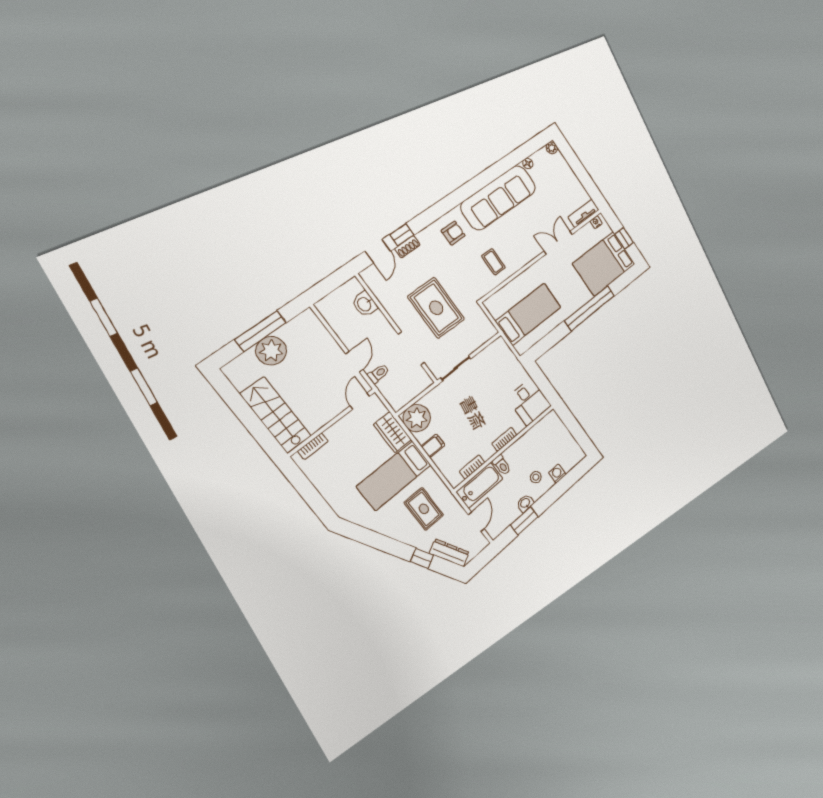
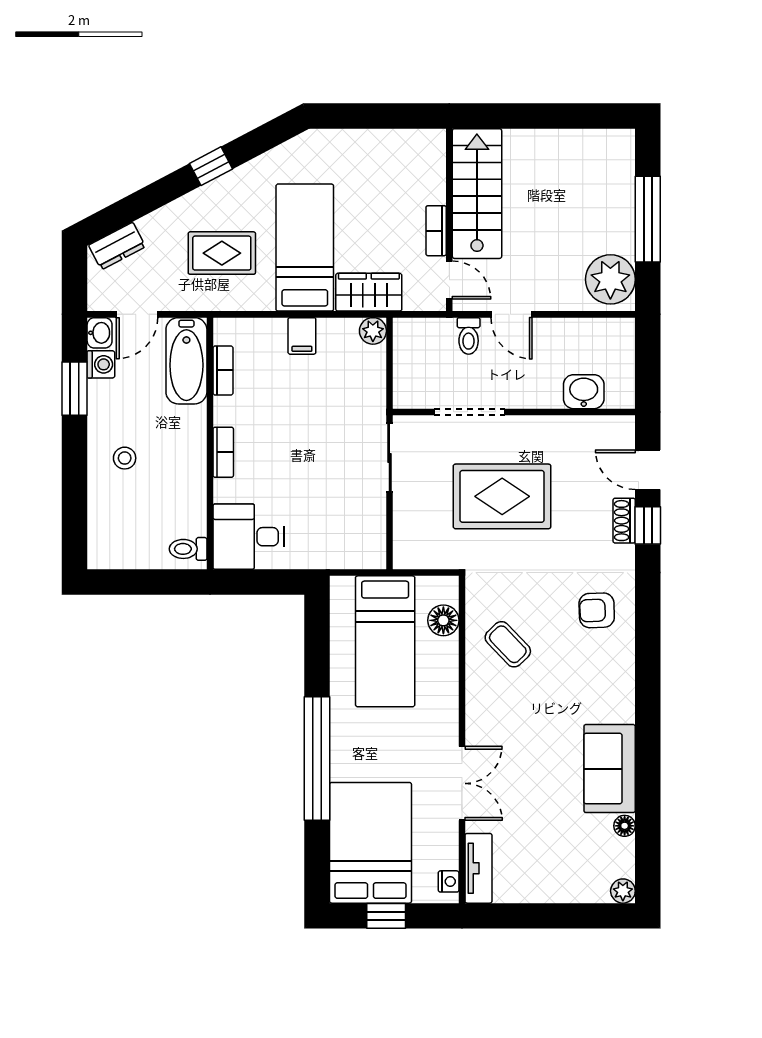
sofa: (499, 197) -> (610, 769), width x0.54, depth x0.79
armchair: (453, 233) -> (597, 610), turned 88
coffee table: (493, 262) -> (508, 644), turned 46
floor lamp: (503, 296) -> (443, 620), added
plant: (271, 351) -> (610, 279), moved
stairs: (276, 415) -> (477, 194), moved, turned -90
plant: (417, 418) -> (373, 331), width x0.53, depth x0.53
bookcase: (313, 446) -> (436, 231), moved
toilet: (502, 465) -> (188, 549), moved
washing machine: (557, 473) -> (101, 364), moved
washbasin: (525, 503) -> (100, 333), moved
door: (476, 522) -> (137, 314), hinge flipped
dresser: (449, 553) -> (117, 246), width x0.70
window: (422, 558) -> (211, 166), moved

